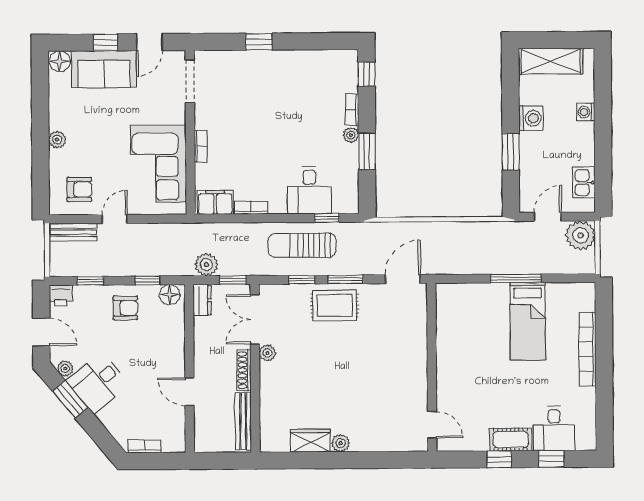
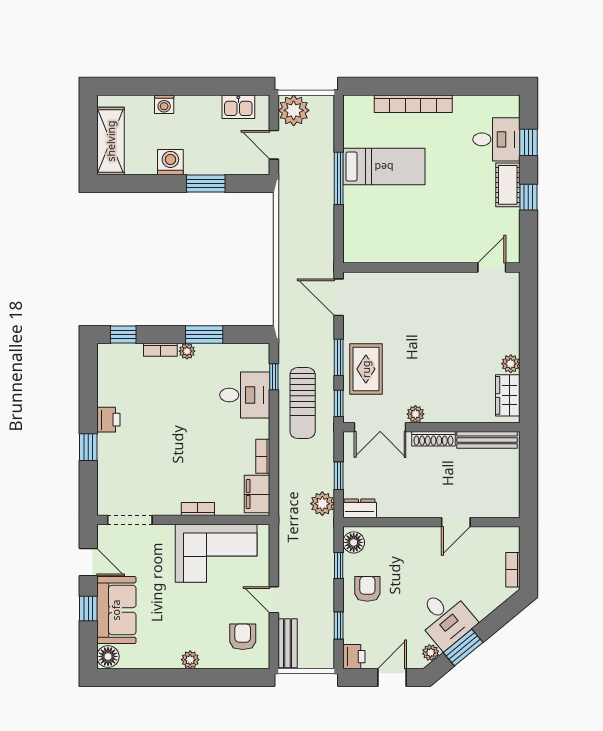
printer: (285, 61) -> (108, 420), added
double door: (255, 319) -> (380, 427), moved
plant: (267, 353) -> (415, 414), moved
wall: (255, 368) -> (431, 427), moved
shoe rack: (244, 370) -> (433, 439), moved
bench: (243, 421) -> (487, 440), moved

